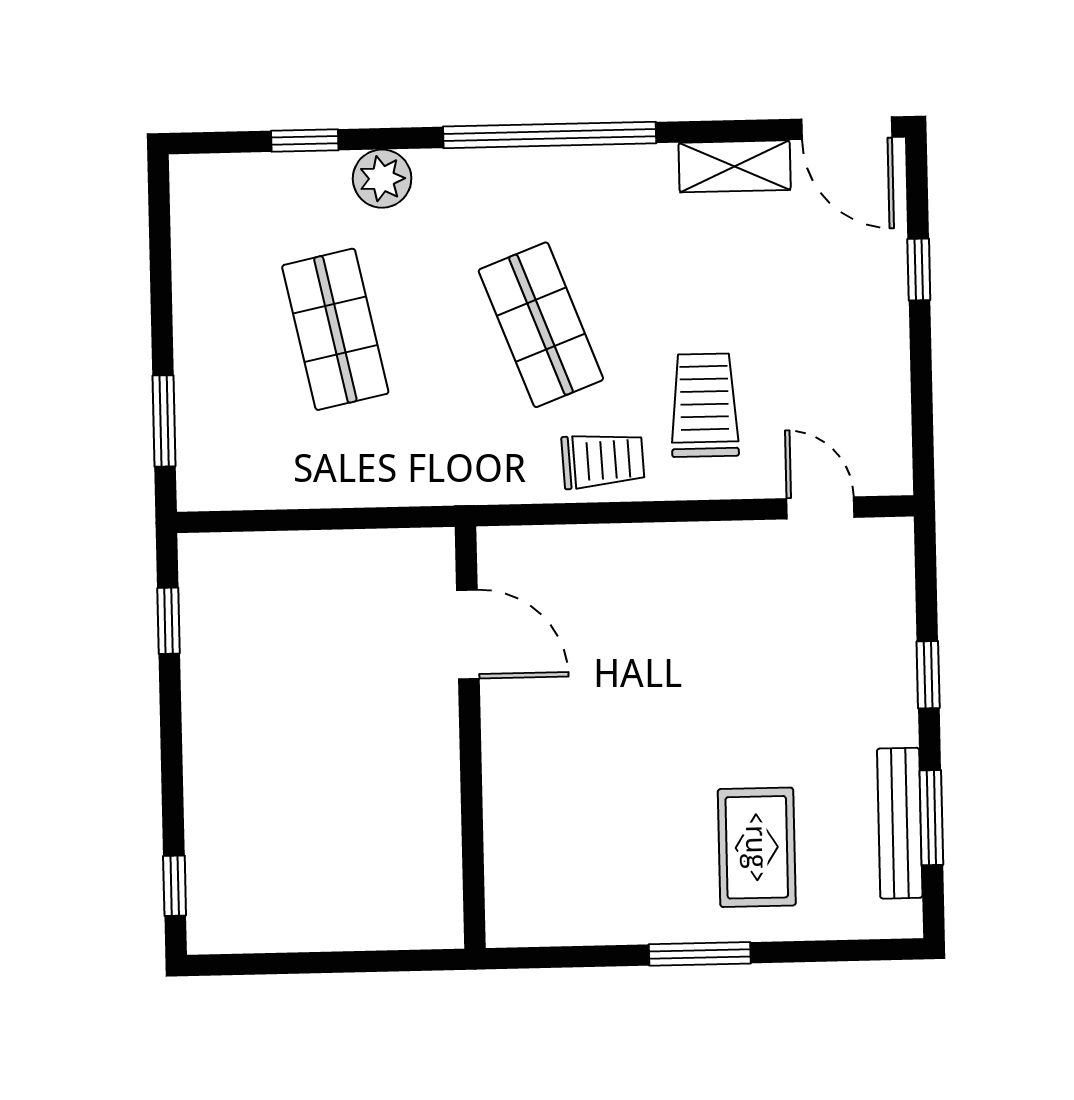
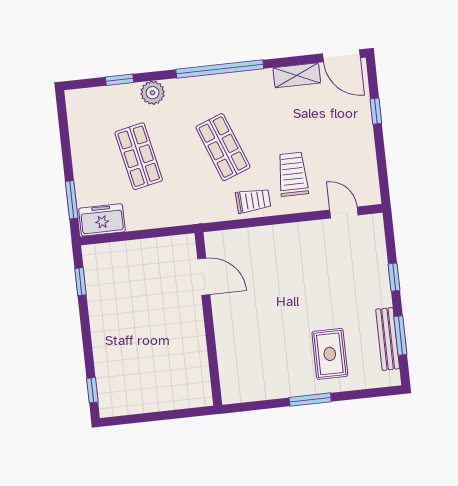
freezer: (233, 476) -> (102, 220), added

